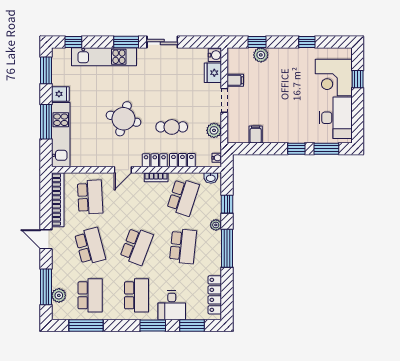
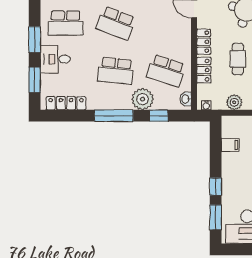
bookcase: (156, 177) -> (186, 43), removed
plant: (216, 225) -> (143, 99), width x1.88, depth x1.88

